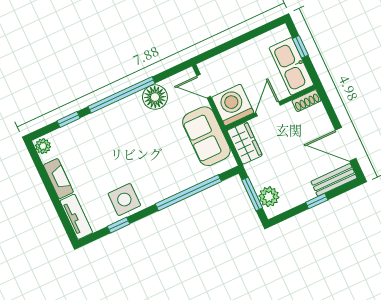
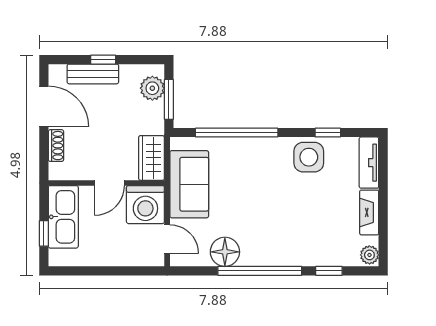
shoe rack: (306, 101) -> (56, 146), moved, turned 90
bench: (334, 180) -> (93, 74), moved

